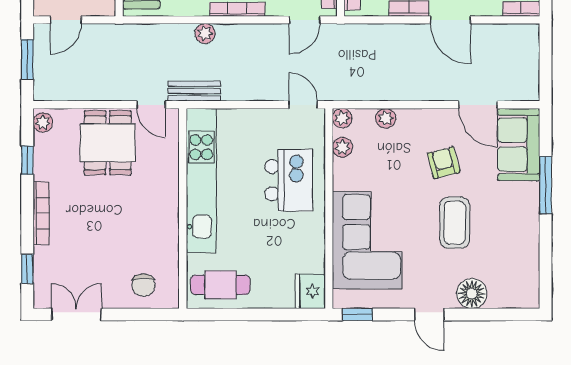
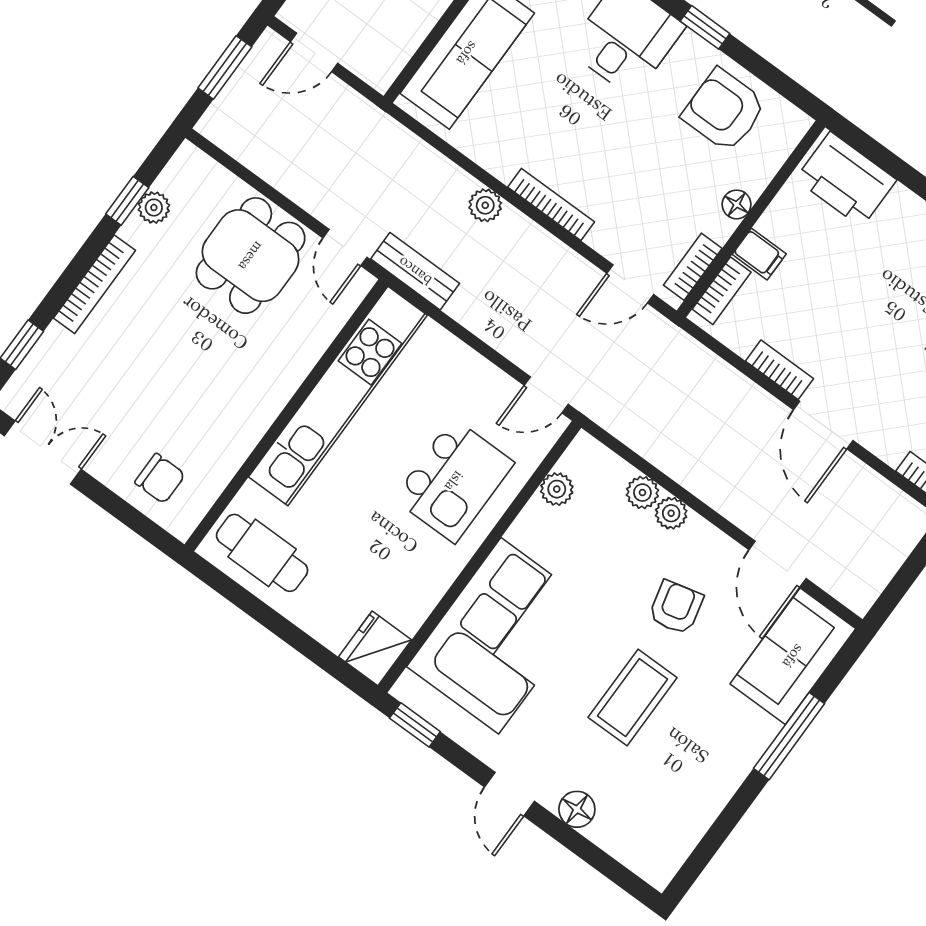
door: (303, 105) -> (546, 395), swing flipped
plant: (342, 118) -> (671, 513), moved
plant: (43, 122) -> (154, 208), moved
chair: (143, 285) -> (160, 479), turned -90
floor lamp: (472, 294) -> (577, 809), width x0.73, depth x0.73

